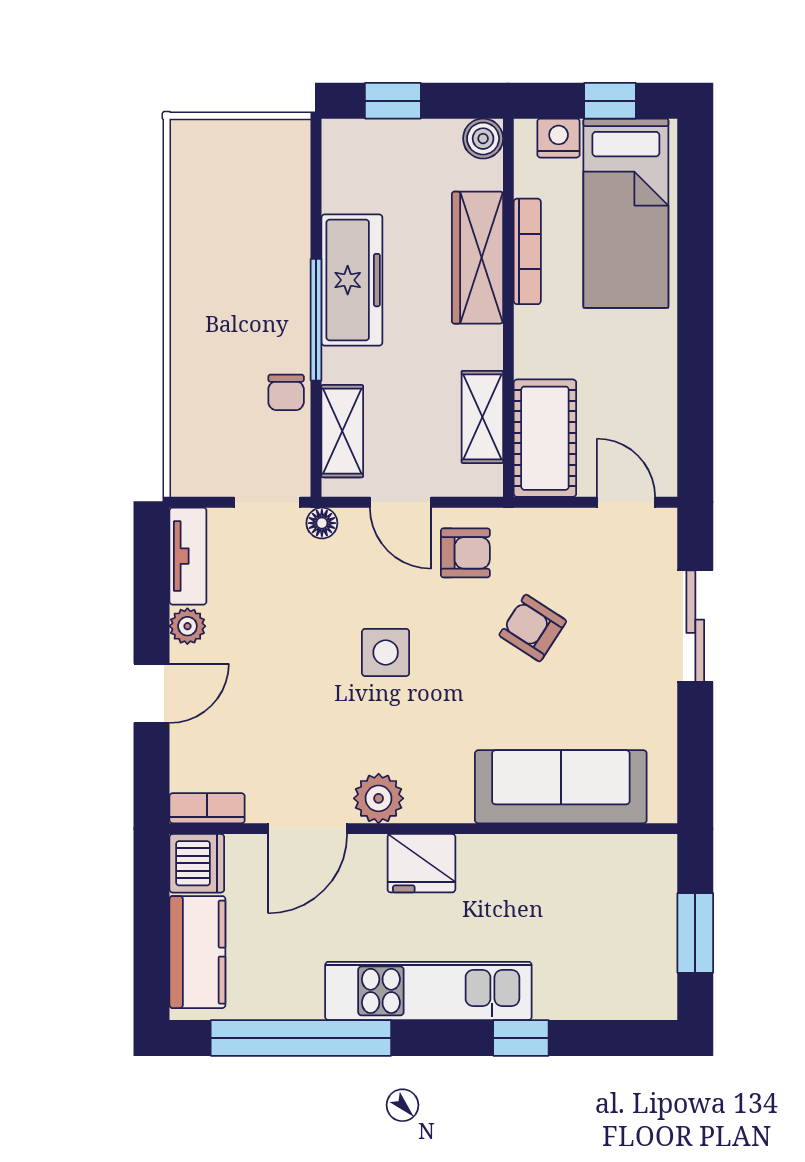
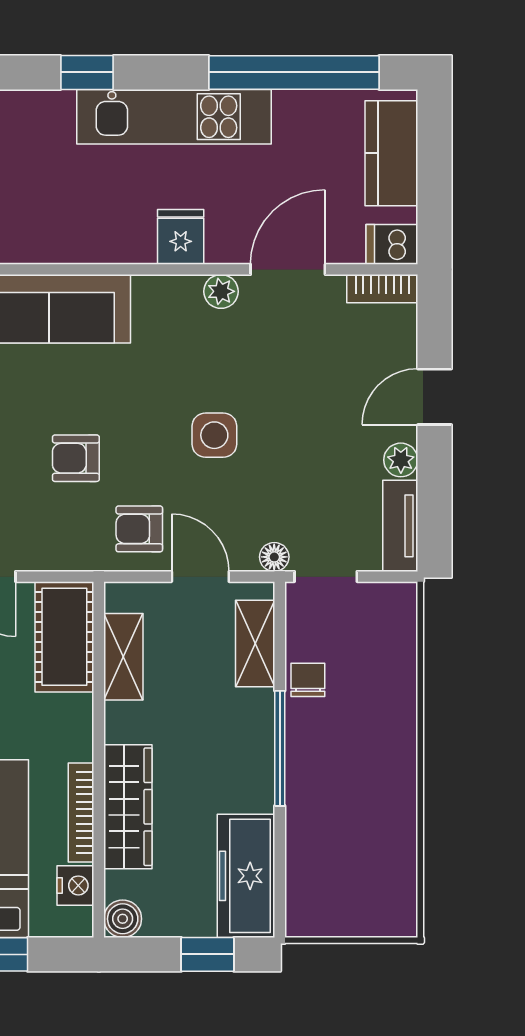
nightstand: (559, 138) -> (75, 885), moved, turned -90
freezer: (352, 280) -> (246, 876), moved
armchair: (533, 628) -> (76, 458), turned 147
plant: (379, 798) -> (221, 291), width x0.73, depth x0.73
dishwasher: (197, 863) -> (392, 244), width x0.73
fridge: (421, 863) -> (181, 237), width x0.72

